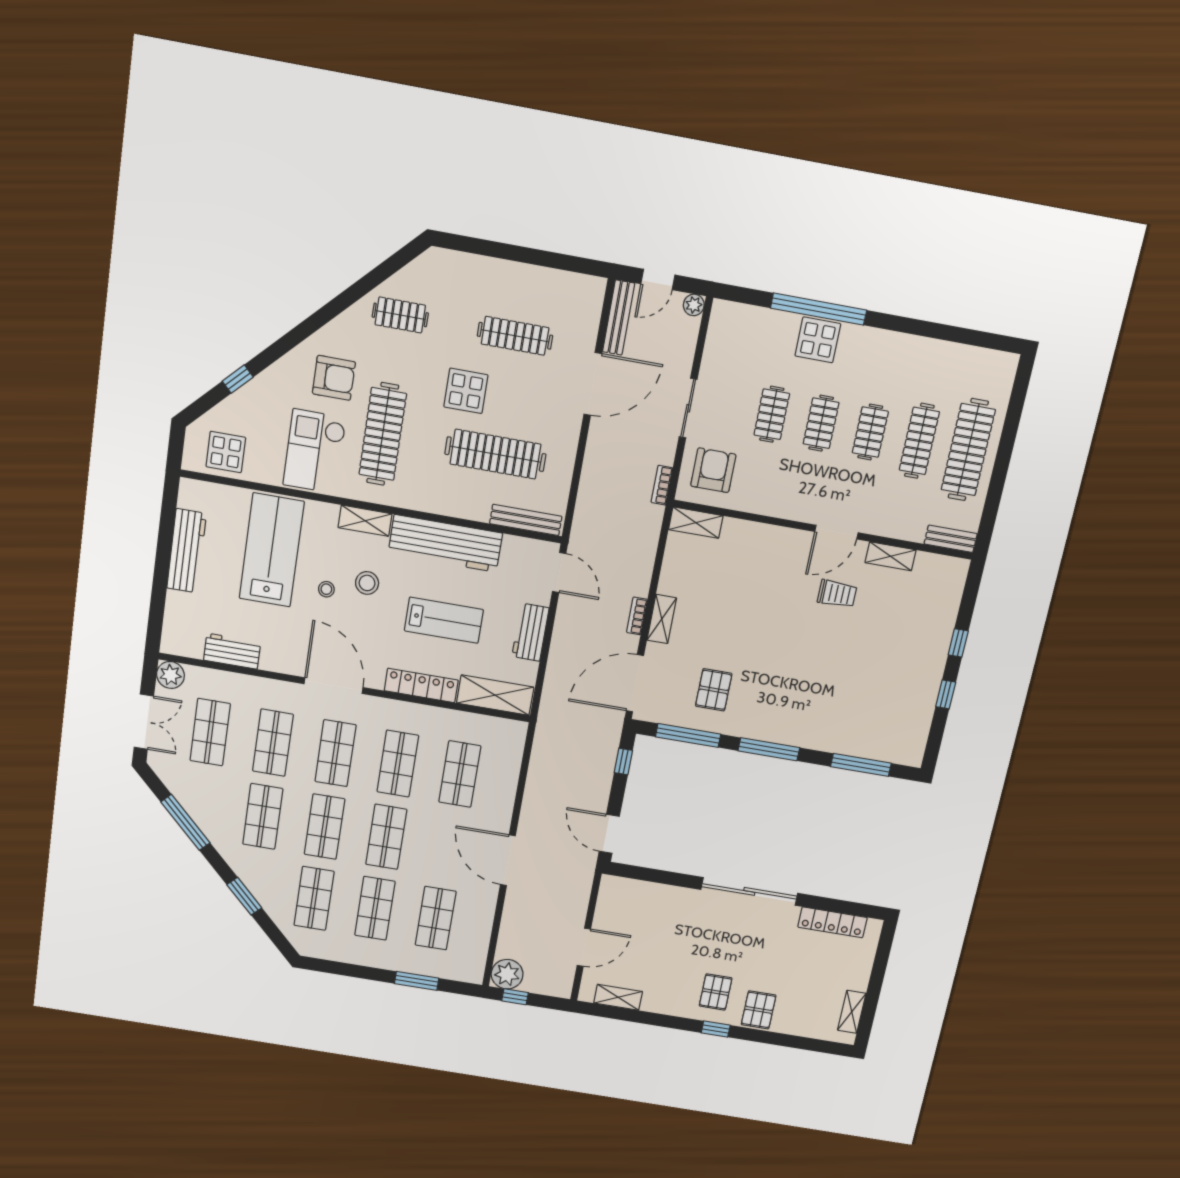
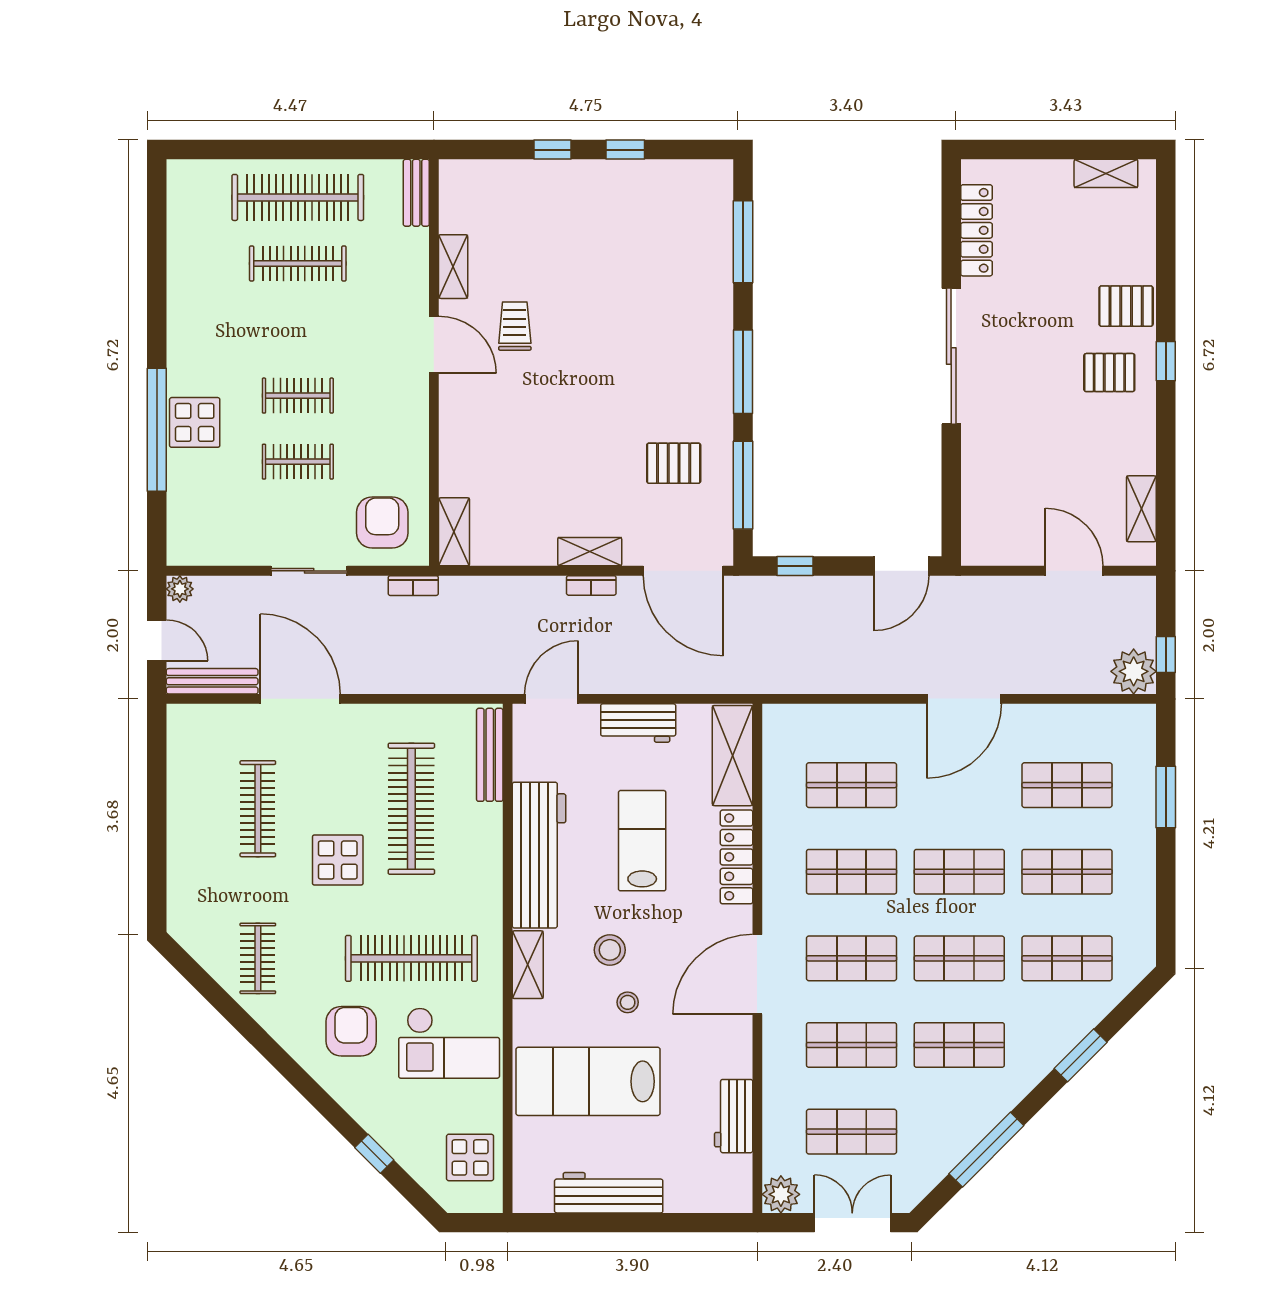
clothes rail: (870, 432) -> (298, 330), removed
armchair: (713, 470) -> (382, 523), turned 90

